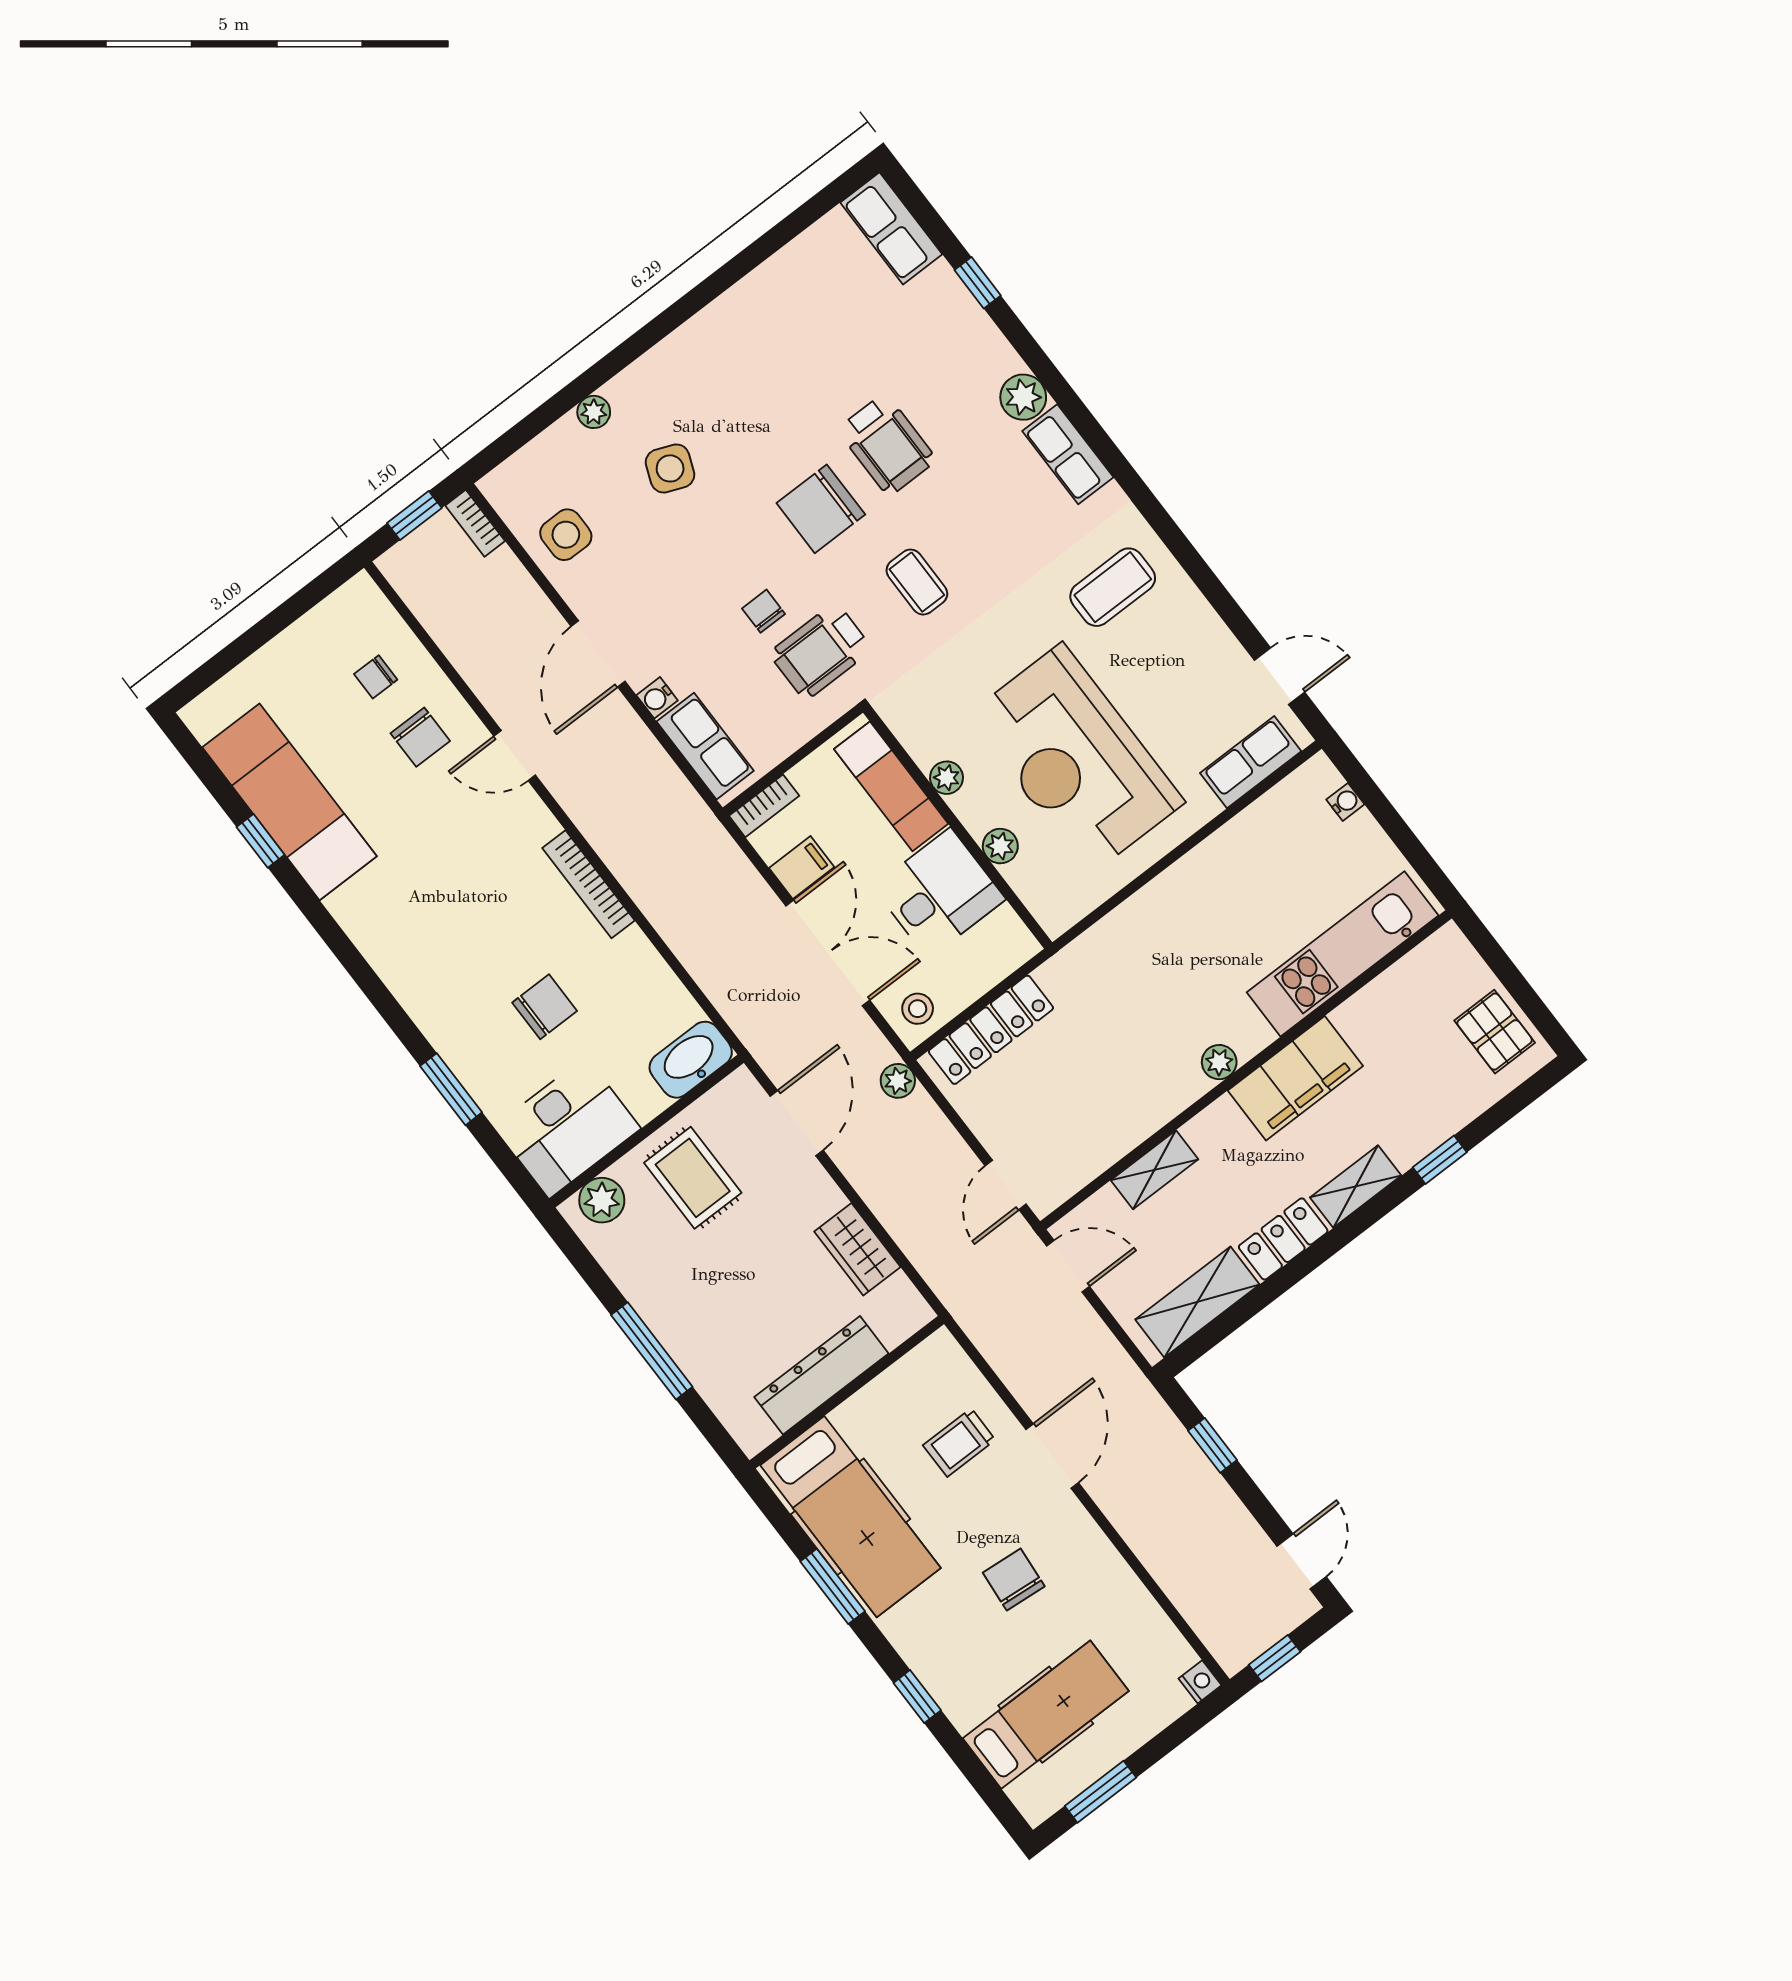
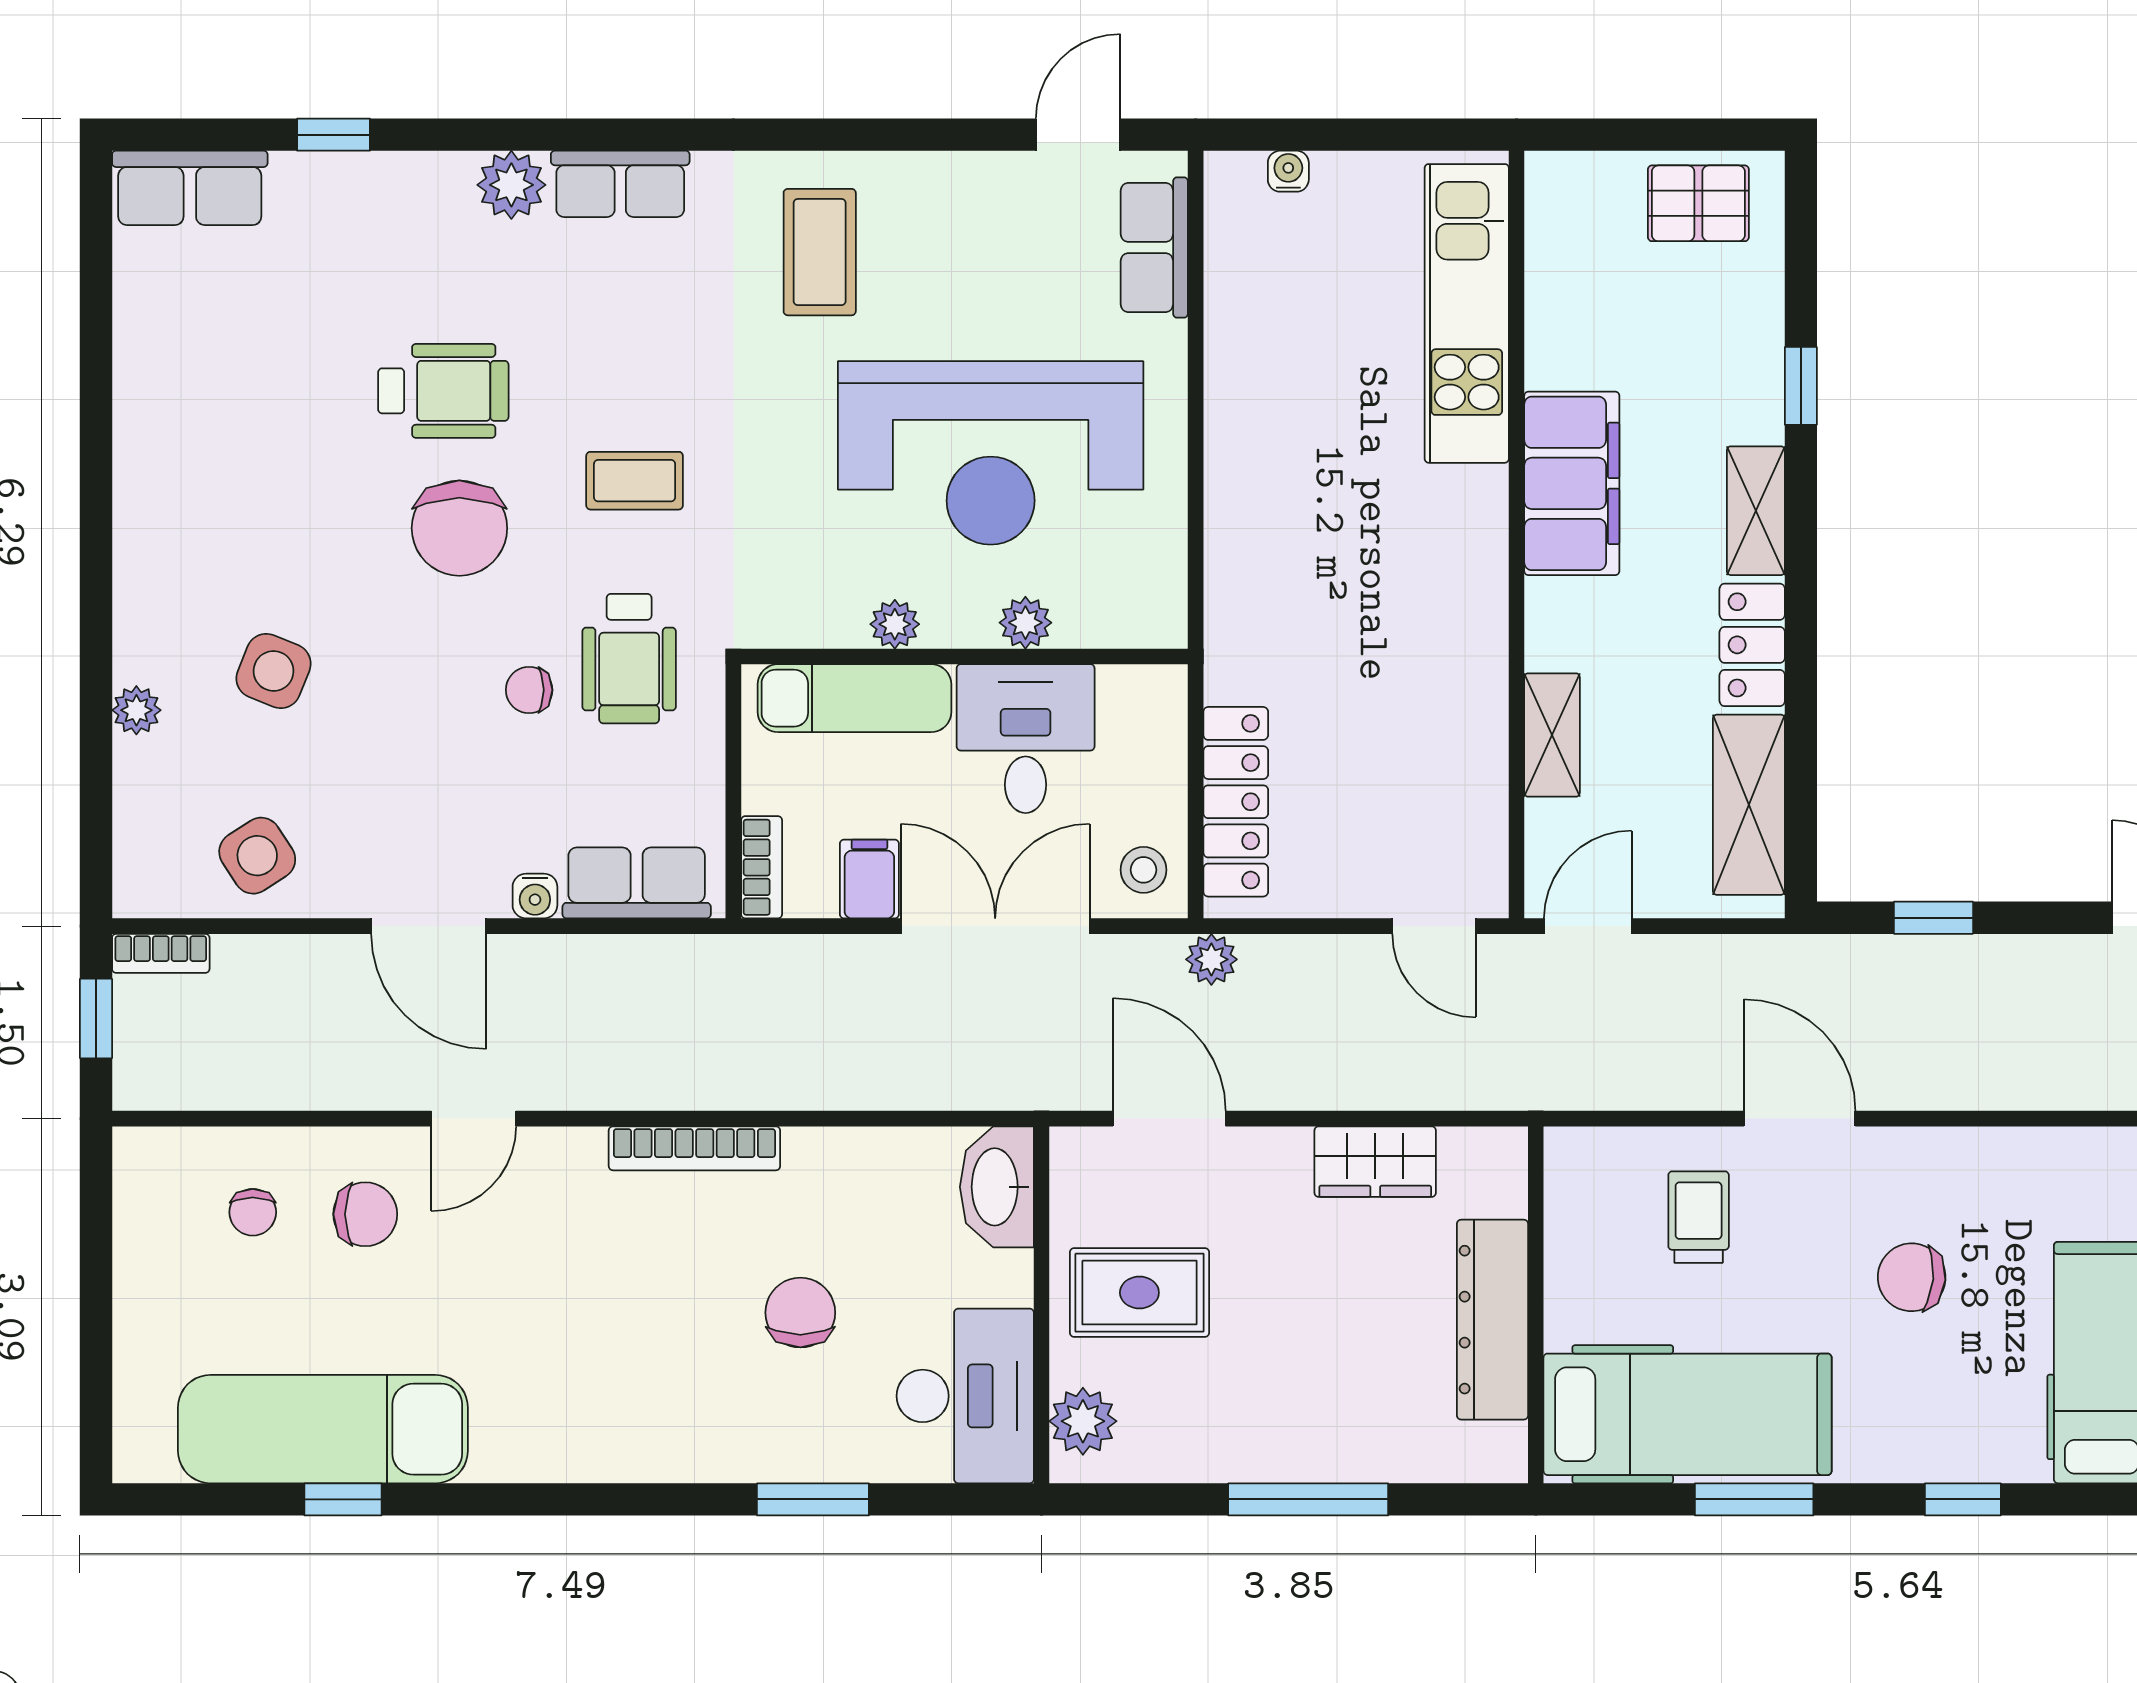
side table: (566, 535) -> (257, 856), turned -33
plant: (1219, 1062) -> (1483, 559), removed
trolley: (959, 1443) -> (1699, 1217), turned 180

